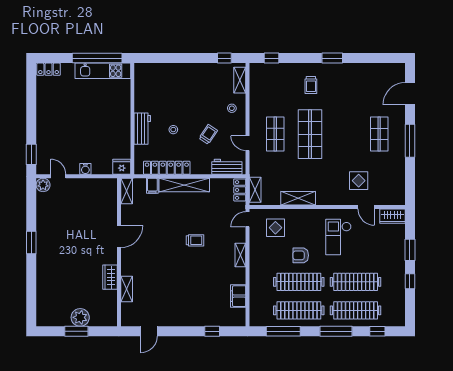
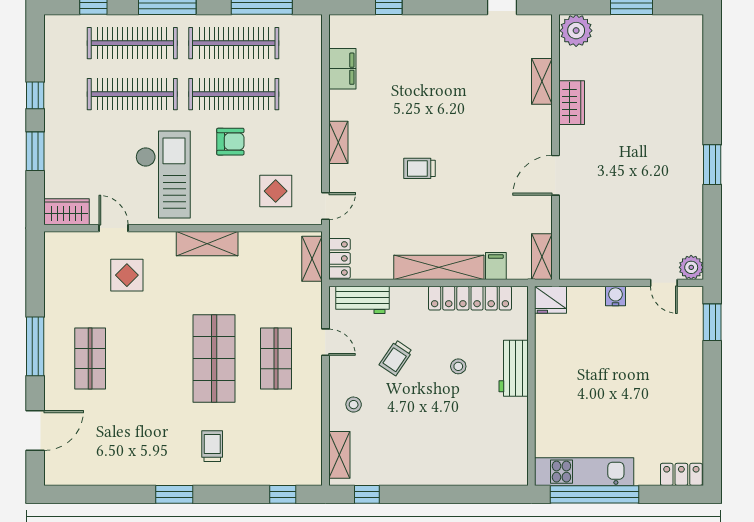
shelving: (298, 198) -> (207, 244), moved
checkout: (338, 237) -> (163, 174), width x1.36, depth x1.21
plant: (80, 317) -> (576, 31), moved

